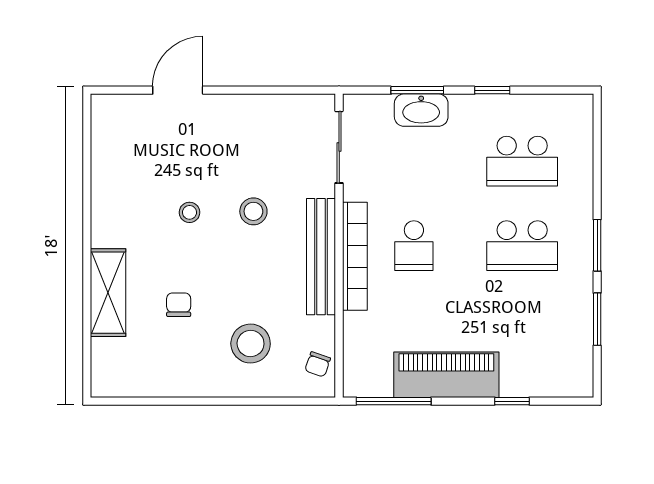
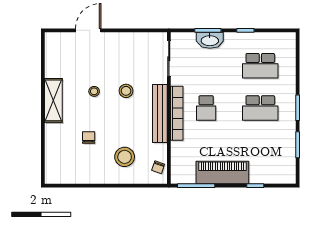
shelving: (108, 293) -> (53, 100), moved

